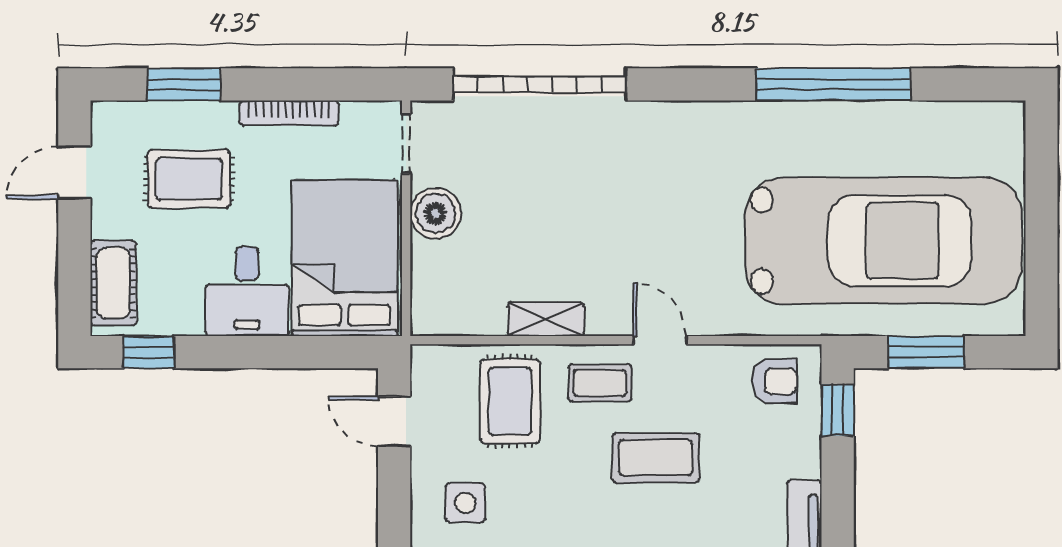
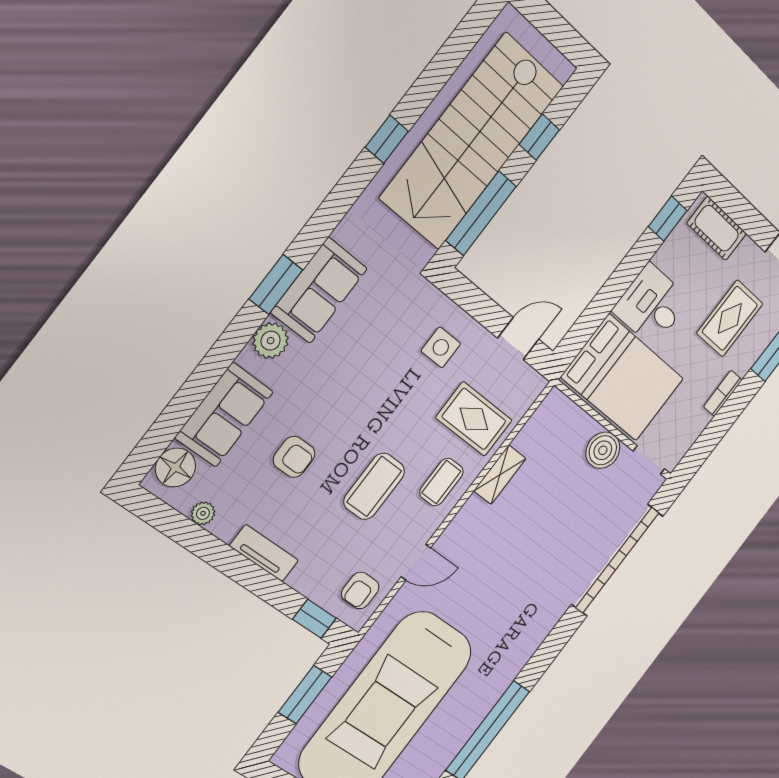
bookcase: (289, 113) -> (723, 393), width x0.64
door: (660, 340) -> (416, 562), moved

